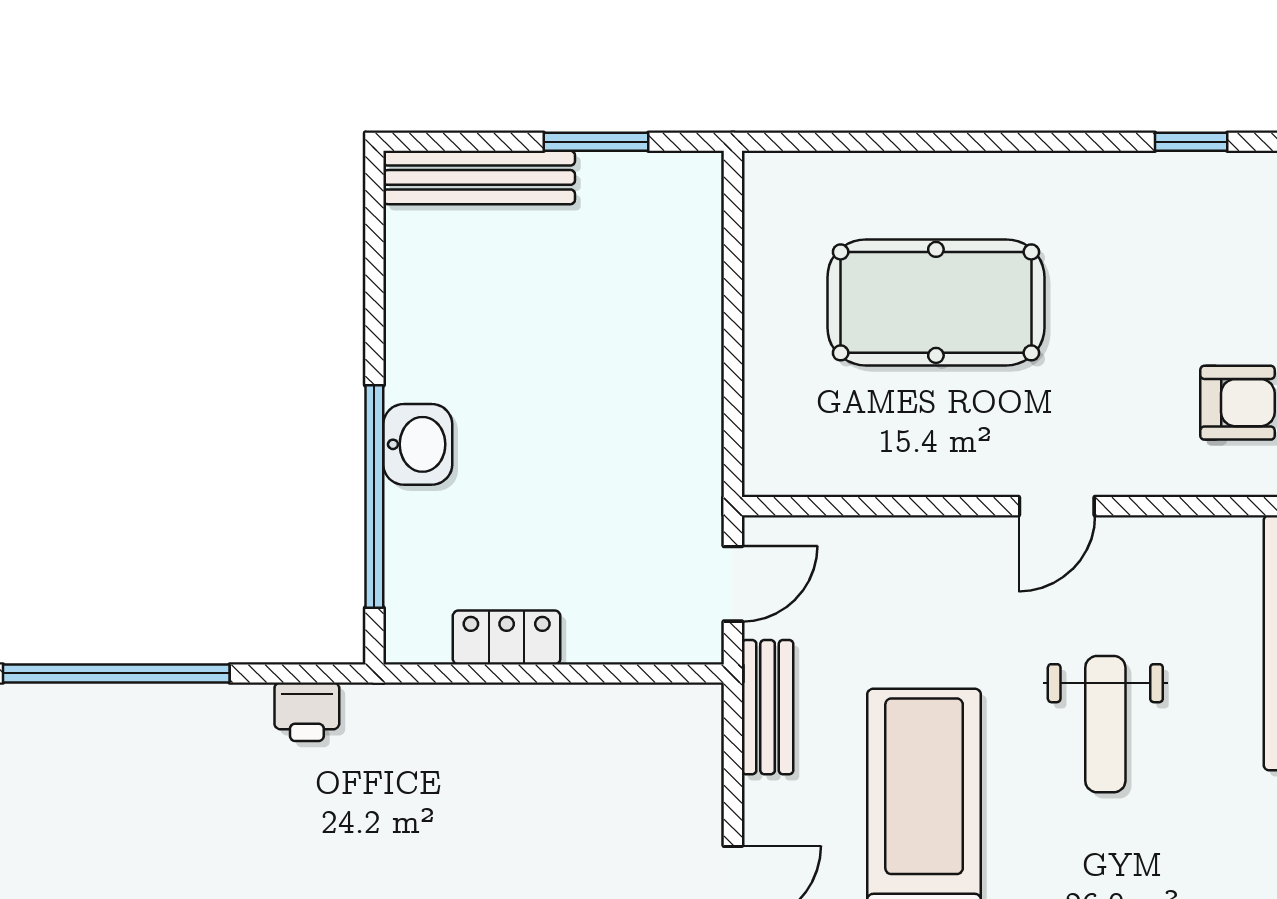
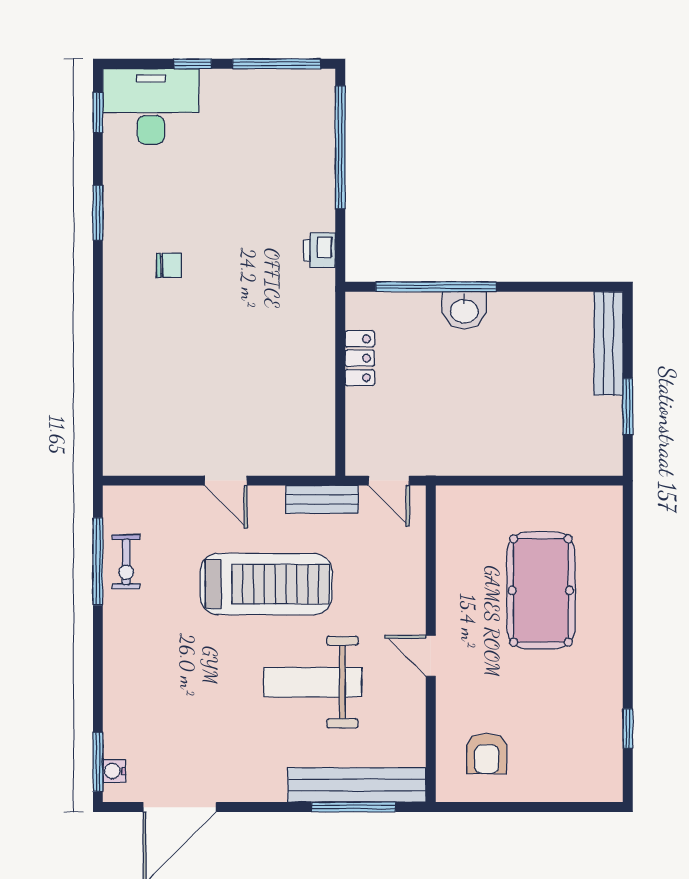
weight bench: (1105, 724) -> (313, 682), width x1.36, depth x1.33

